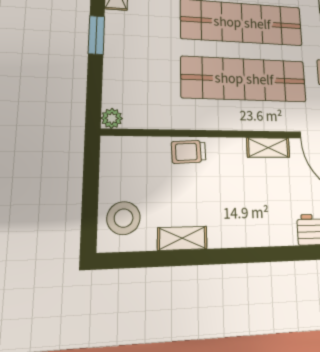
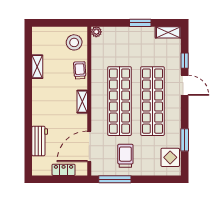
shelving: (268, 148) -> (82, 102), moved
stool: (124, 218) -> (74, 42), moved

